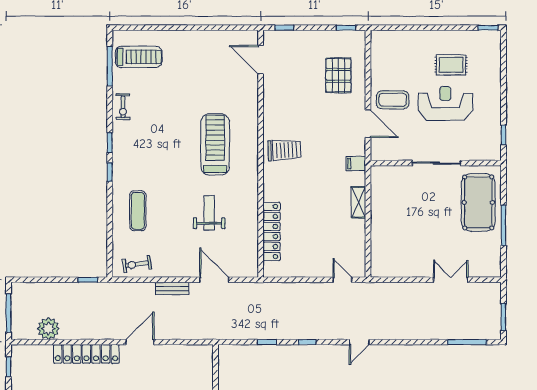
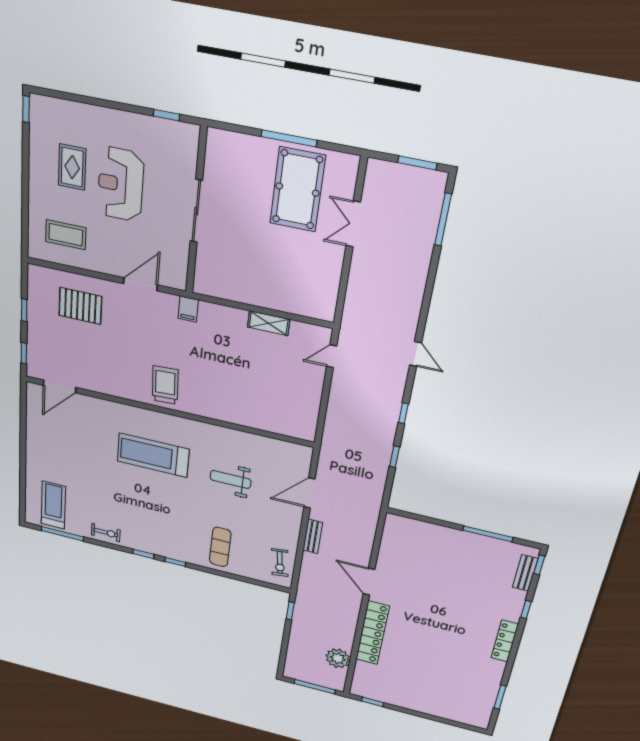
window: (346, 28) -> (24, 310), moved
coffee table: (393, 100) -> (66, 235), moved, turned 90
shelving: (359, 202) -> (269, 323), moved
pool table: (478, 202) -> (297, 190), moved, turned 90
exercise mat: (138, 211) -> (220, 547), turned 90
locker: (272, 231) -> (261, 421), removed

